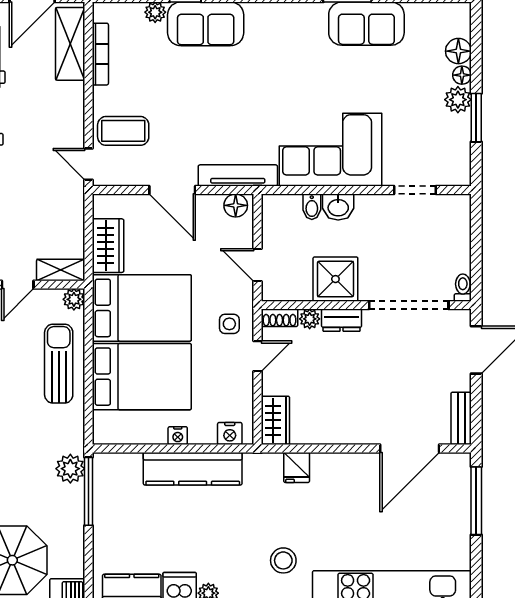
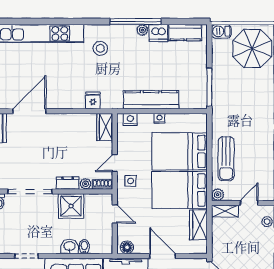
plant: (70, 469) -> (220, 100), removed

